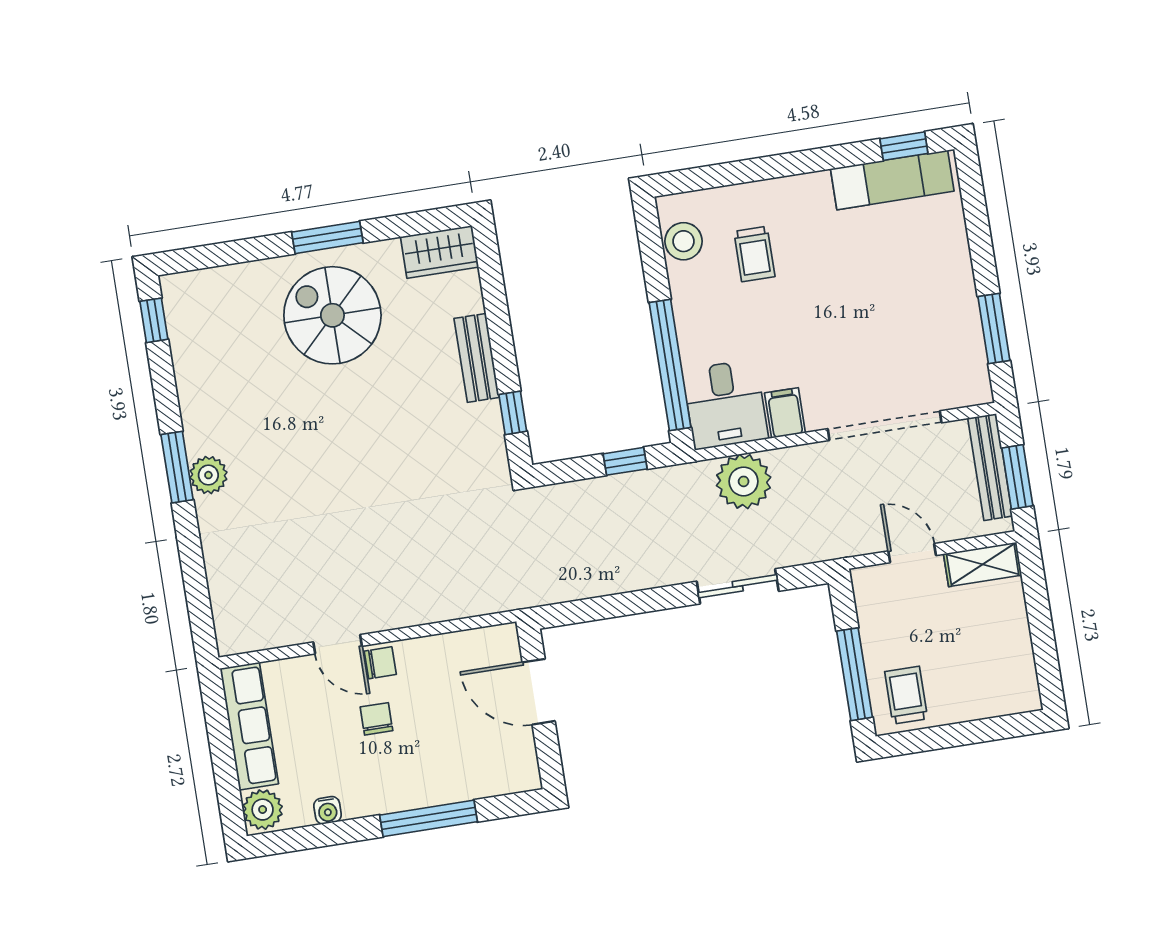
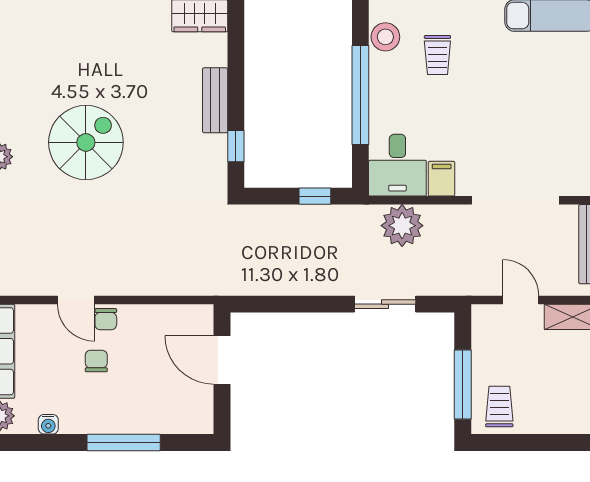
spiral stairs: (332, 315) -> (86, 142), moved, turned 90
window: (670, 365) -> (360, 95), moved
chair: (380, 663) -> (106, 319), turned 90

